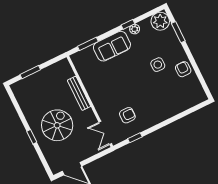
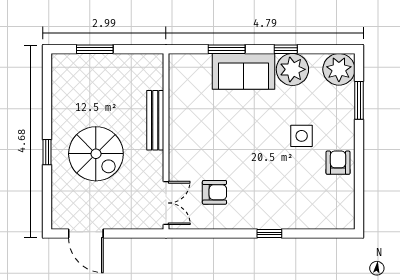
plant: (135, 29) -> (292, 69), width x1.87, depth x1.87
window: (88, 44) -> (227, 49), moved
spiral stairs: (57, 125) -> (96, 154), turned 90
double door: (105, 133) -> (166, 203), swing flipped
window: (135, 138) -> (269, 234), moved

